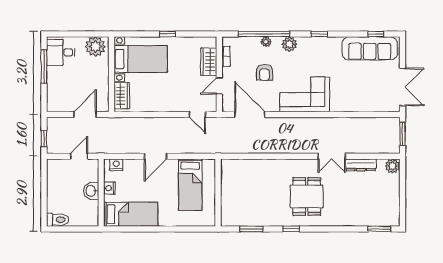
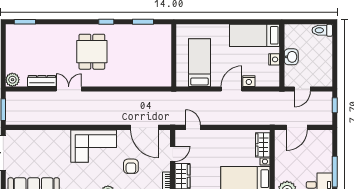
armchair: (264, 72) -> (131, 166), turned 180
nightstand: (116, 165) -> (249, 81), moved

